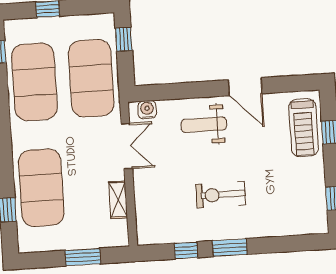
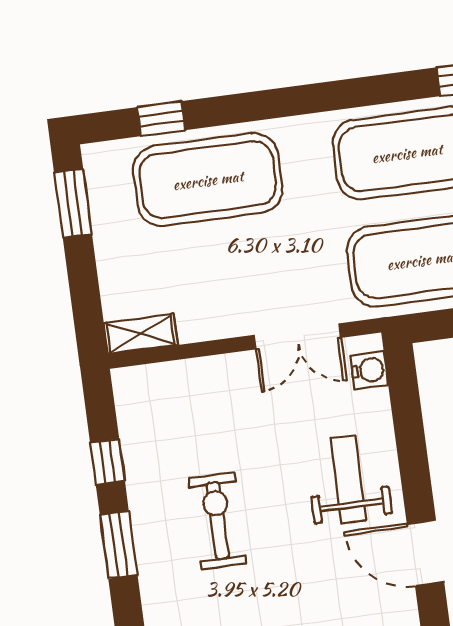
door: (245, 87) -> (425, 553), hinge flipped
shelving: (118, 200) -> (141, 334), moved
window: (83, 257) -> (73, 203), moved

